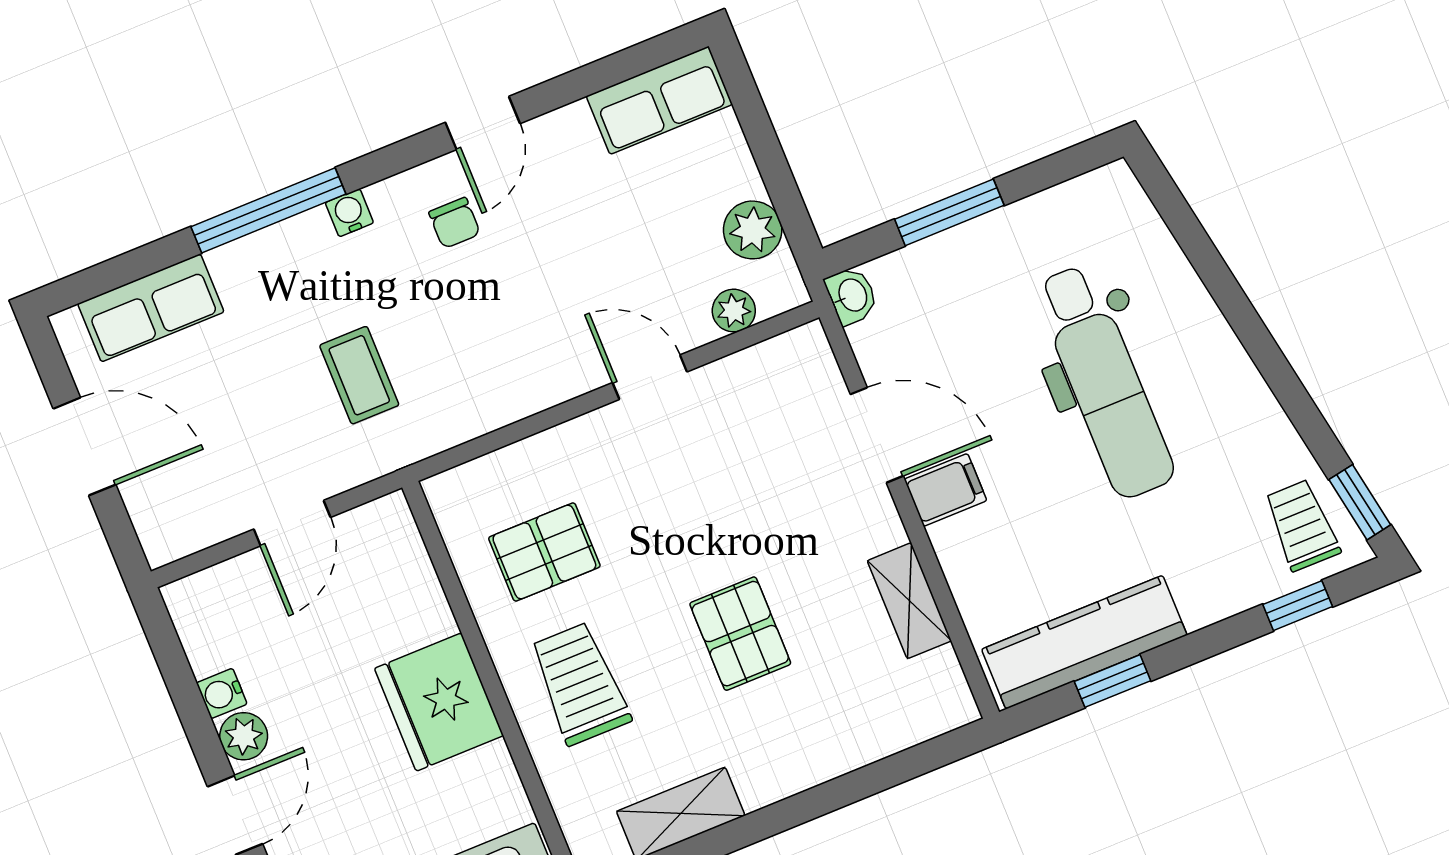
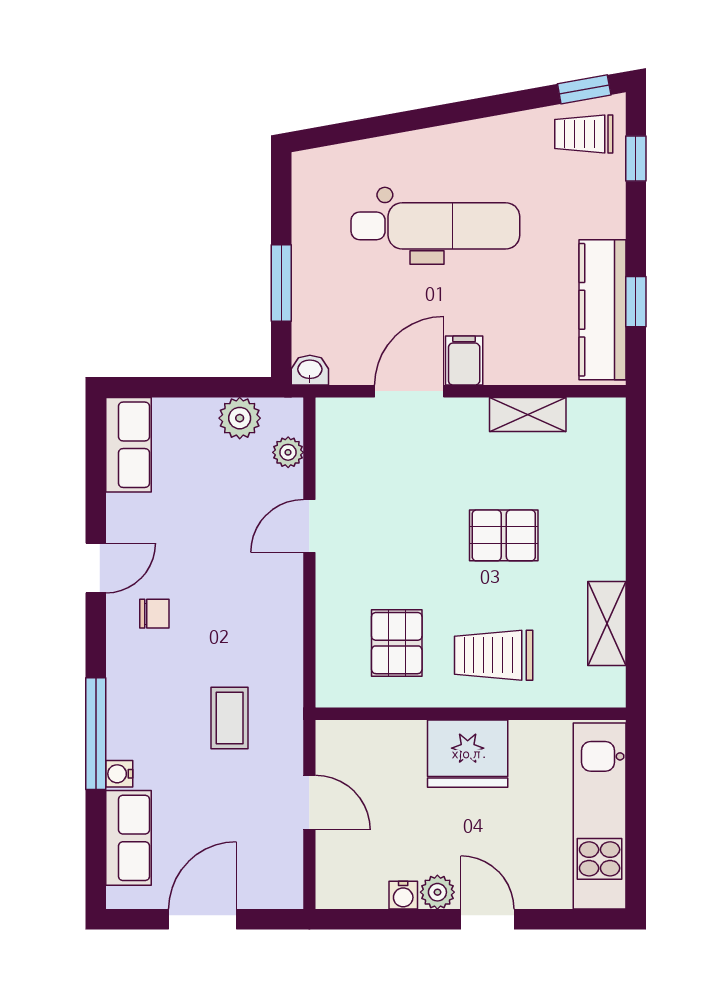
door: (483, 123) -> (96, 568), hinge flipped
water cooler: (349, 213) -> (119, 774), moved
coffee table: (359, 375) -> (230, 718), turned 90

